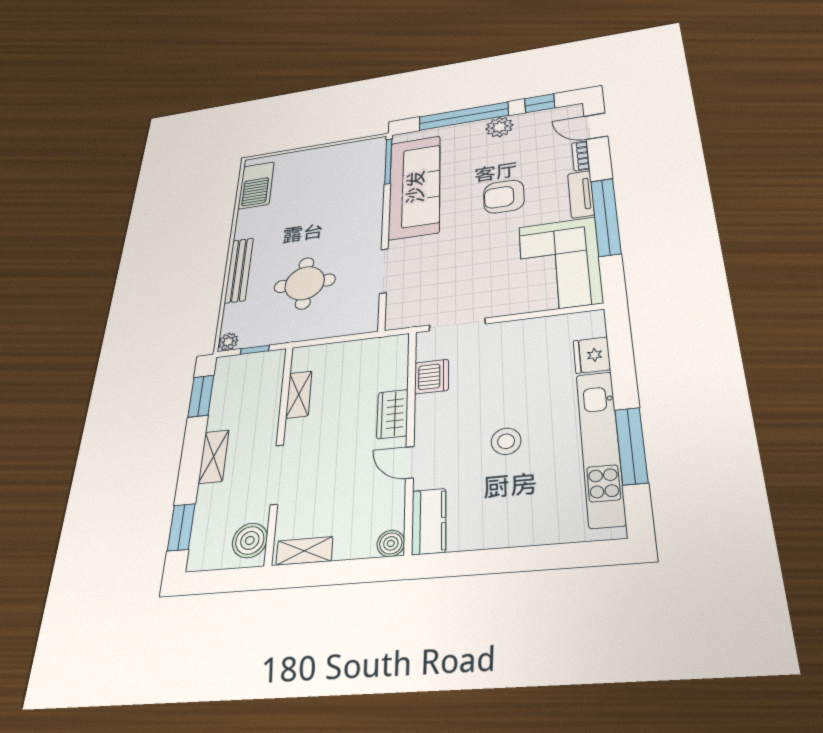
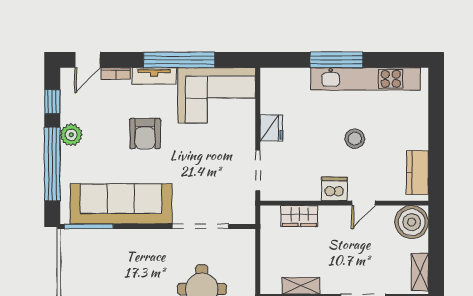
doorway: (384, 271) -> (200, 226), width x1.36
fridge: (592, 355) -> (271, 128), moved, turned -90
dishwasher: (432, 377) -> (334, 189), moved
wardrobe: (393, 414) -> (299, 216), moved
window: (631, 446) -> (337, 60), moved
kitchen counter: (429, 521) -> (417, 173), moved, turned -90
boiler: (391, 543) -> (412, 222), width x1.86, depth x1.86

